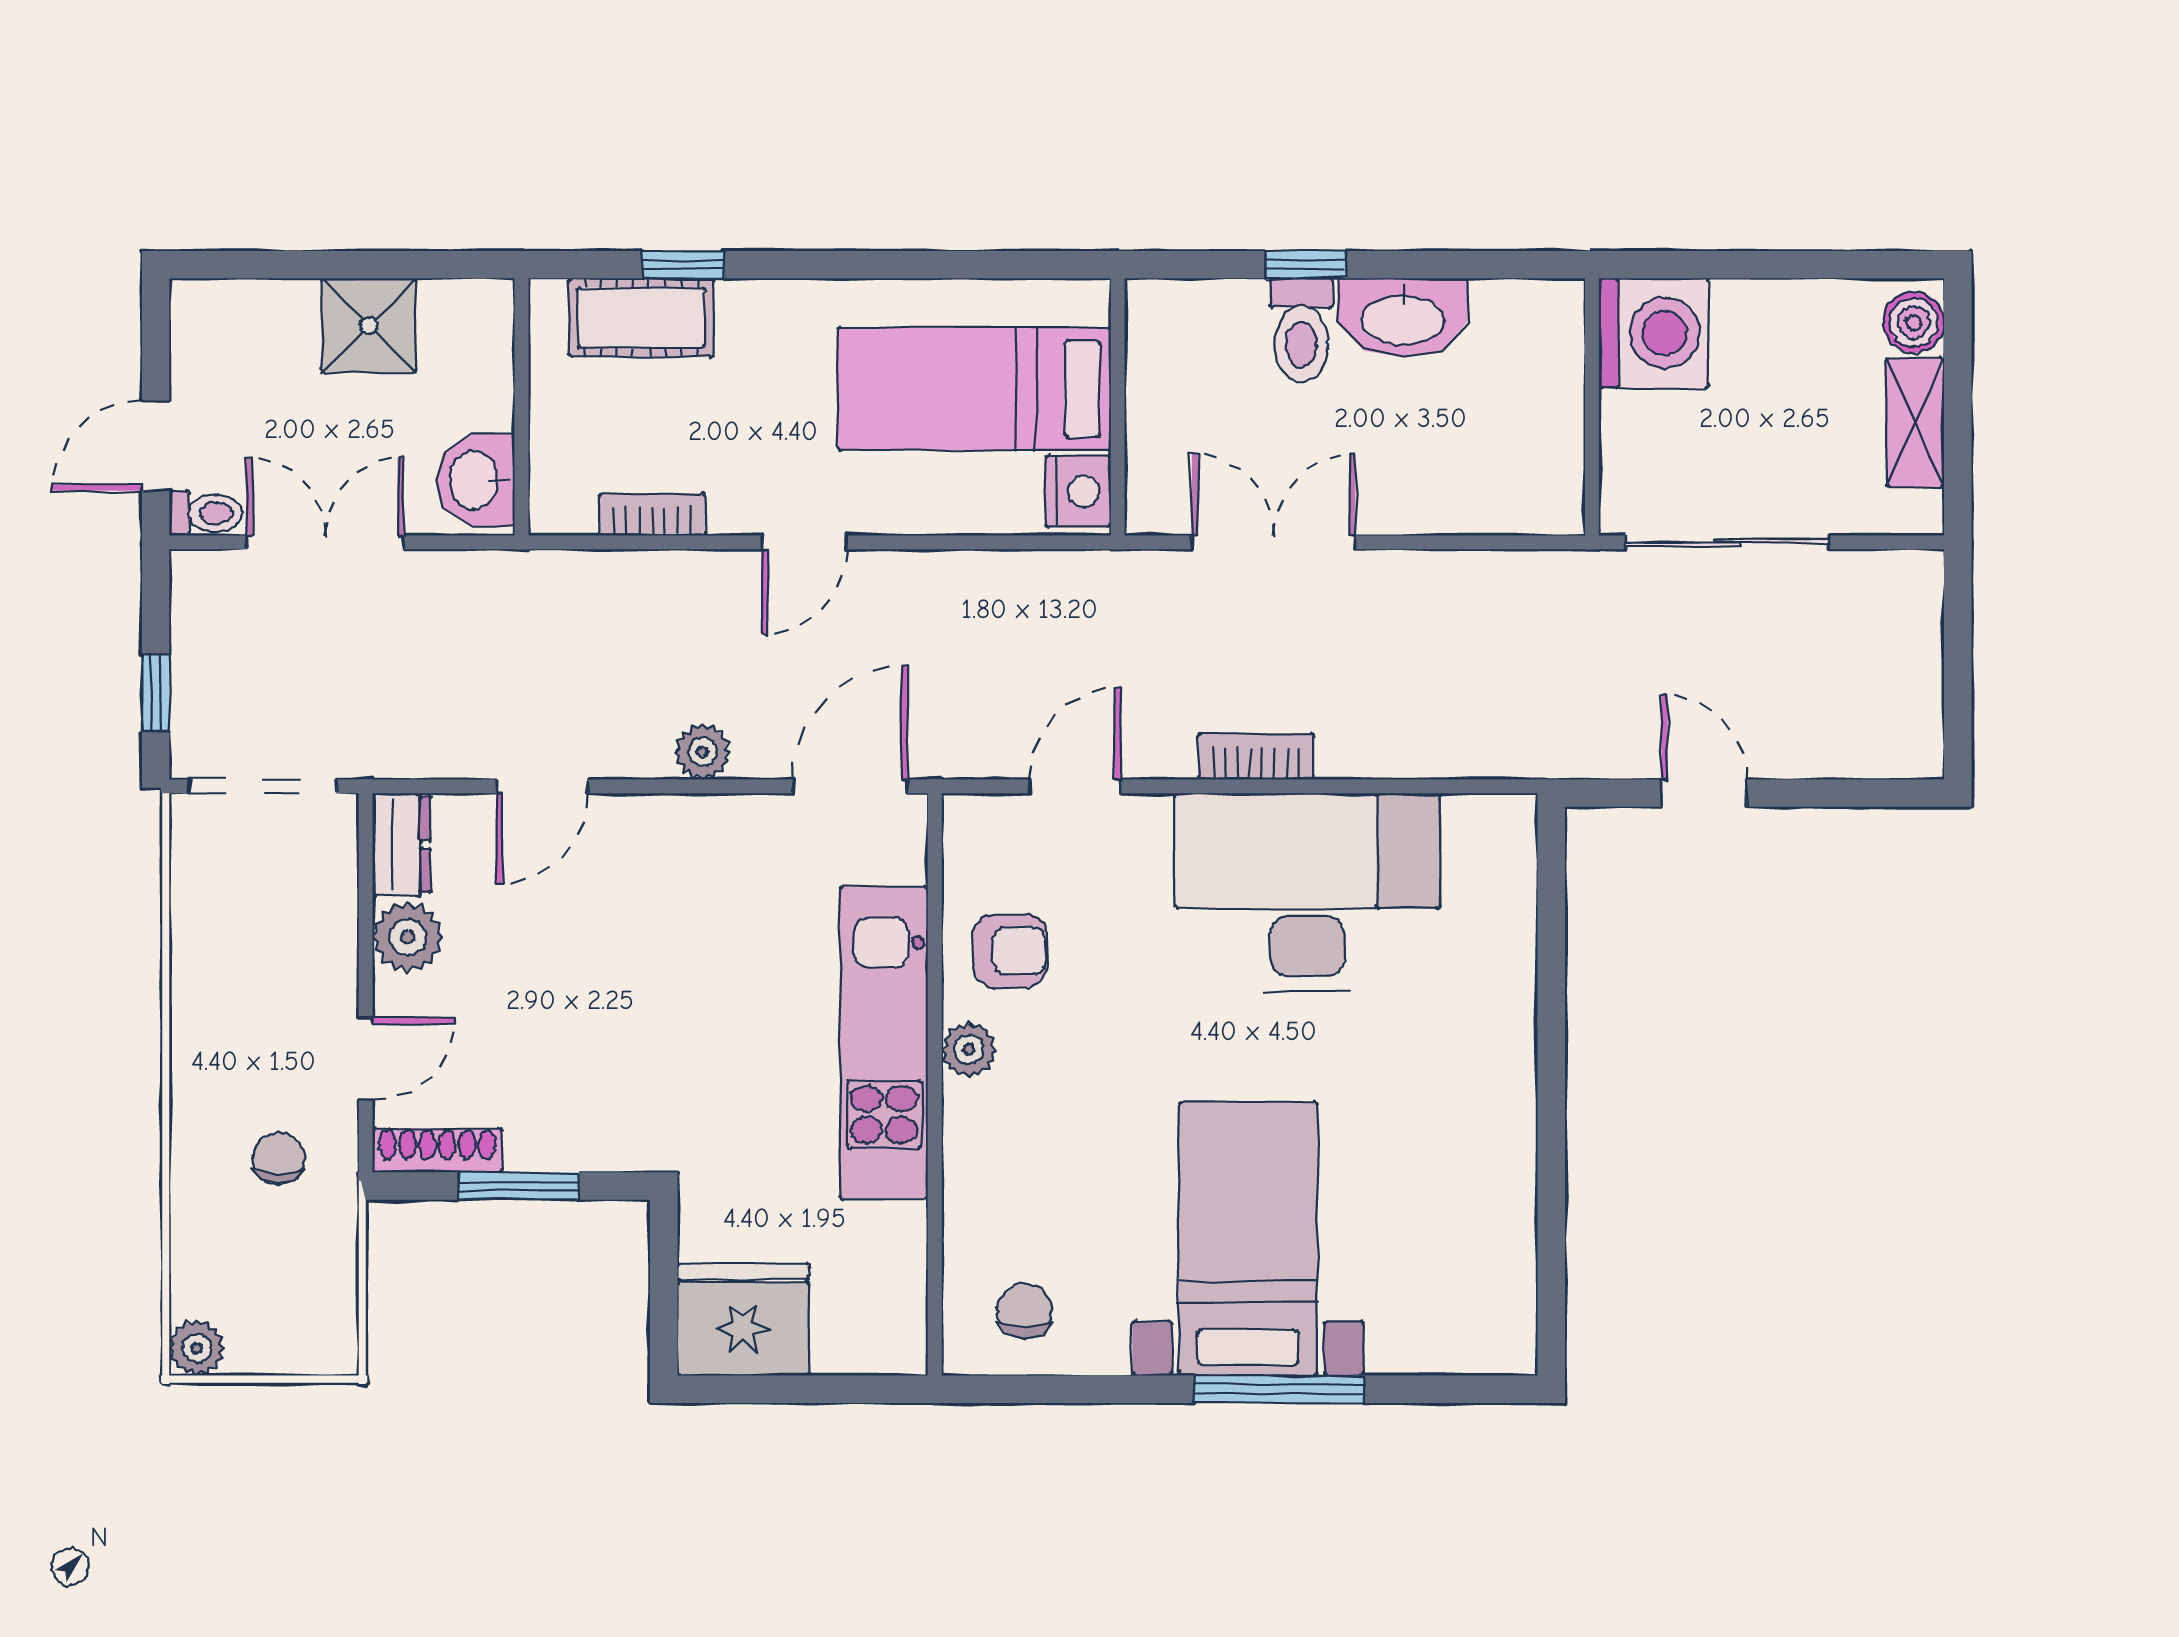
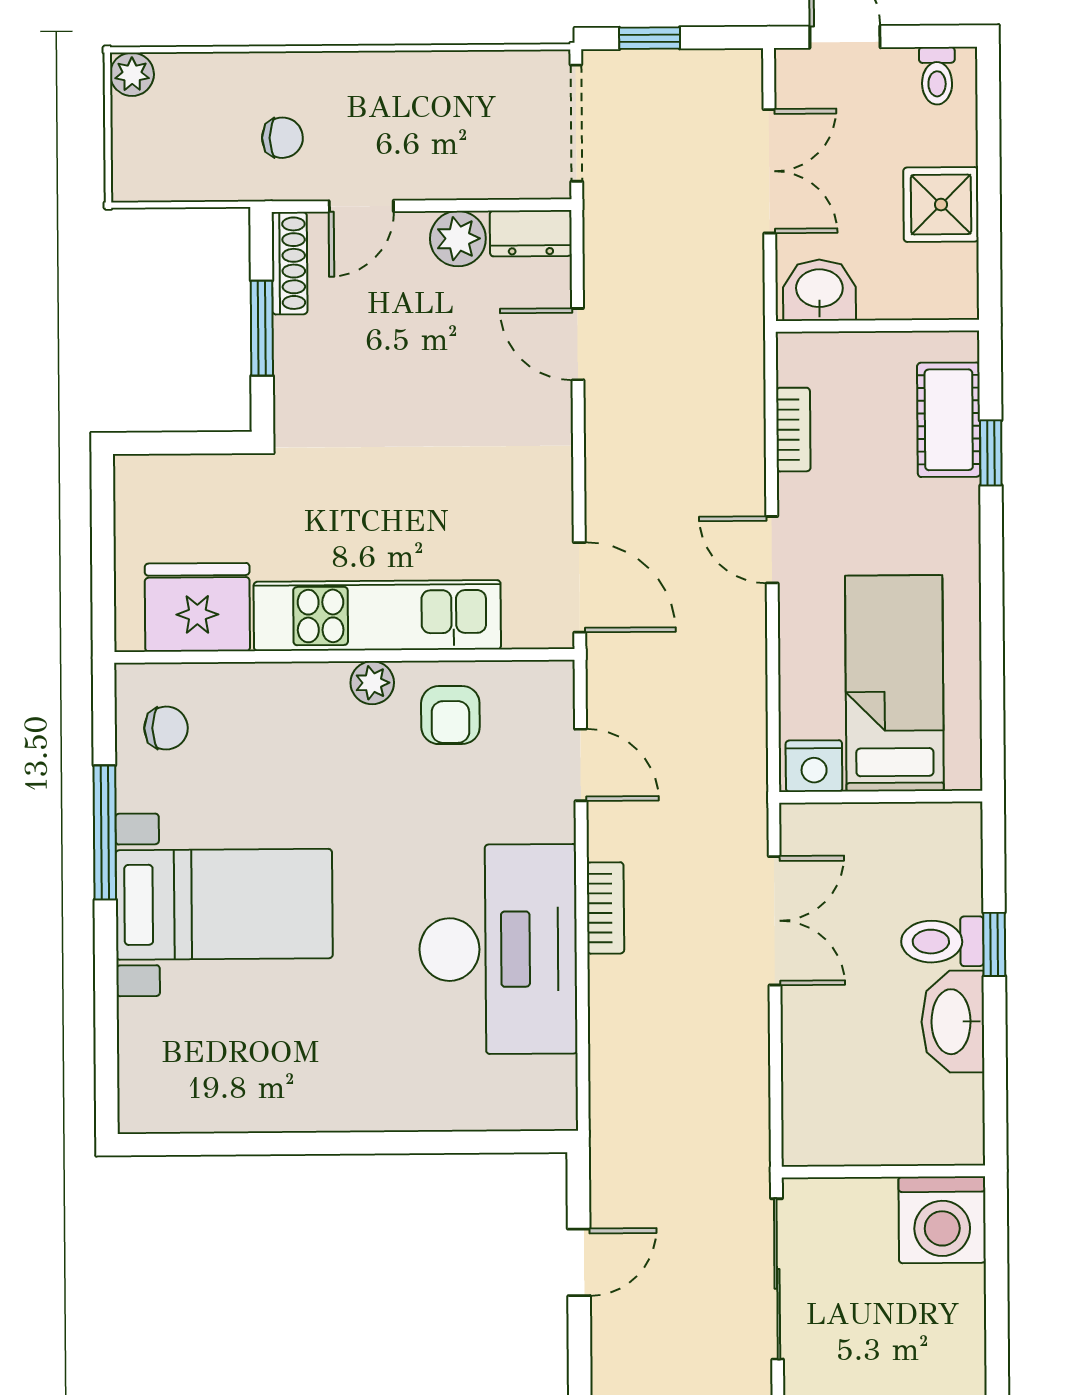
toilet: (206, 513) -> (937, 76), moved
plant: (703, 752) -> (606, 471), removed
door: (366, 1059) -> (361, 206), hinge flipped
fridge: (743, 1320) -> (197, 607), moved, turned -90
window: (1279, 1389) -> (105, 832), moved

